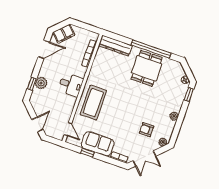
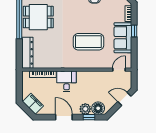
door: (44, 49) -> (64, 117), moved
desk: (71, 85) -> (67, 81), moved
floor lamp: (37, 96) -> (98, 108), added
coffee table: (93, 103) -> (88, 42), moved
window: (87, 153) -> (134, 31), moved

